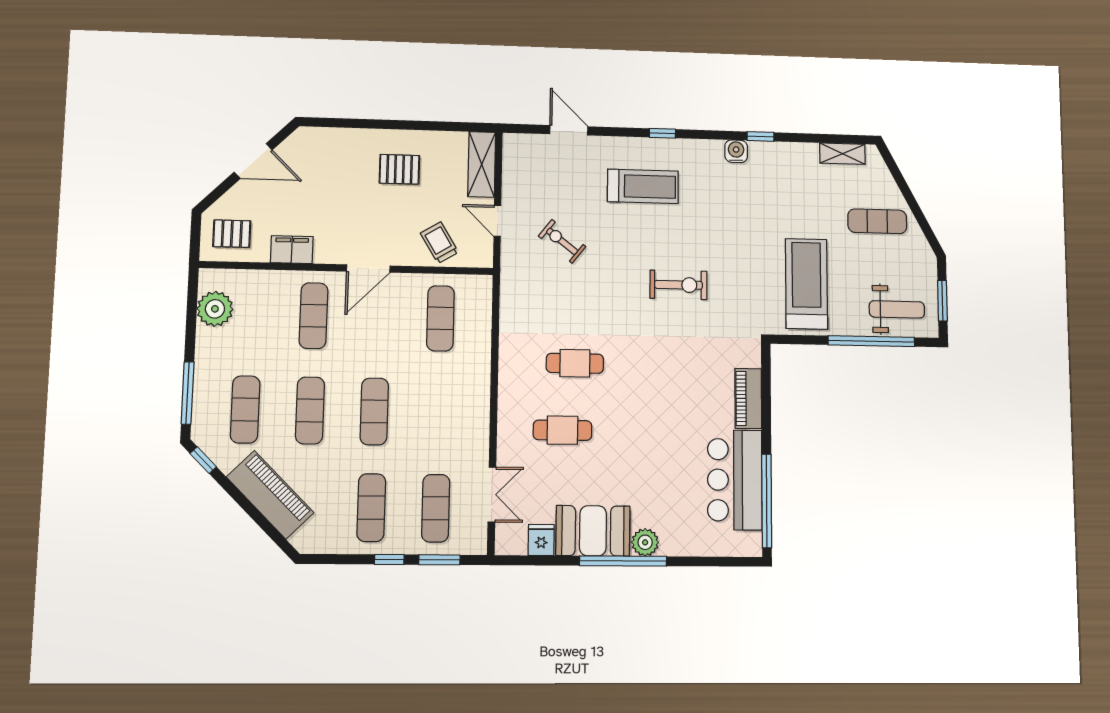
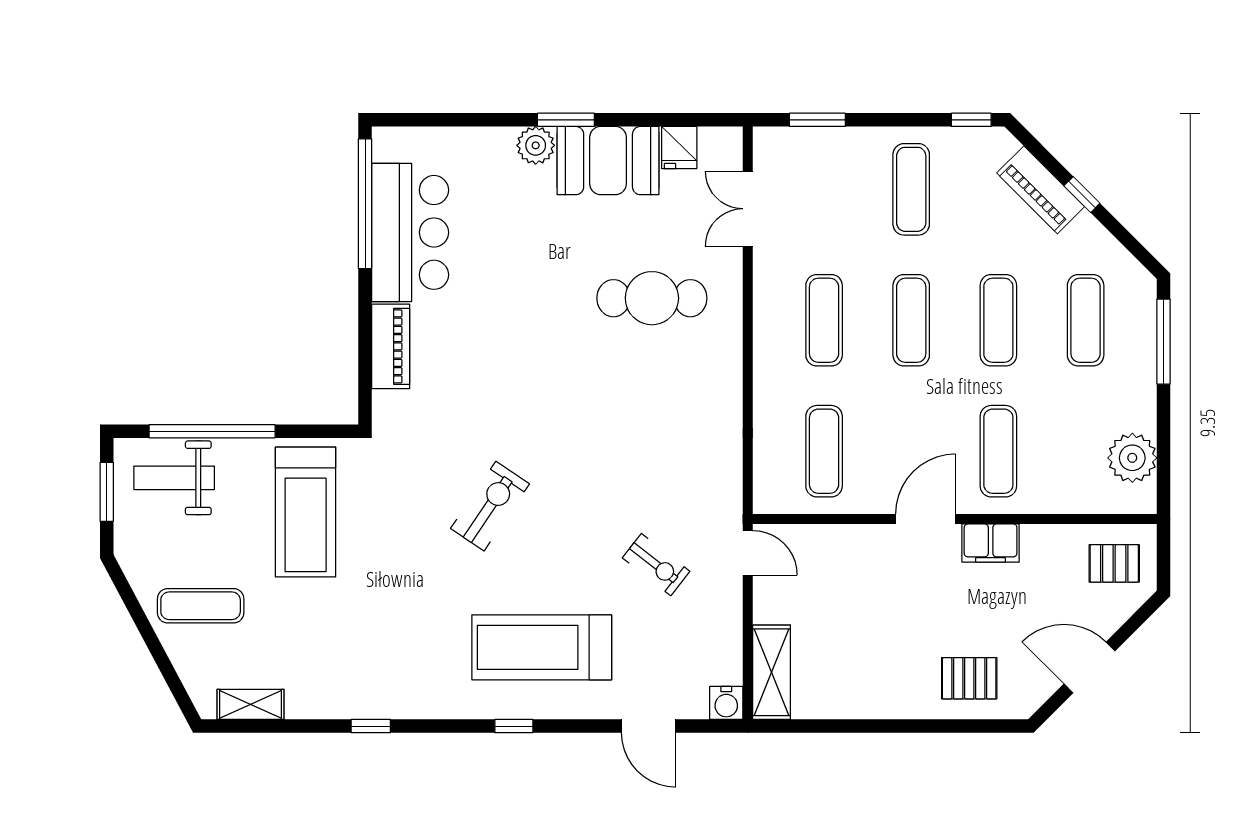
water cooler: (736, 151) -> (726, 703), moved
pallet: (399, 169) -> (969, 678), moved
treadmill: (643, 186) -> (542, 647), width x1.37, depth x1.38
door: (497, 221) -> (748, 553), moved
trolley: (439, 243) -> (828, 558), removed
filing cabinet: (292, 250) -> (991, 543), moved
exercise bike: (678, 285) -> (490, 506), turned 124
cafe table: (575, 363) -> (636, 392), removed
cafe table: (562, 430) -> (652, 298), width x1.37, depth x1.35
window: (203, 460) -> (1082, 195), moved
piano: (270, 495) -> (1041, 190), width x0.73, depth x0.75
exercise mat: (436, 508) -> (824, 320), moved
window: (389, 560) -> (971, 120), moved
window: (623, 561) -> (566, 120), width x0.47

